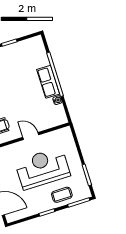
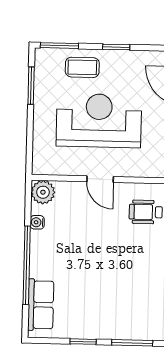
row of seats: (48, 82) -> (41, 305), moved
plant: (60, 118) -> (43, 192), added
reception desk: (43, 168) -> (99, 121), turned 180

